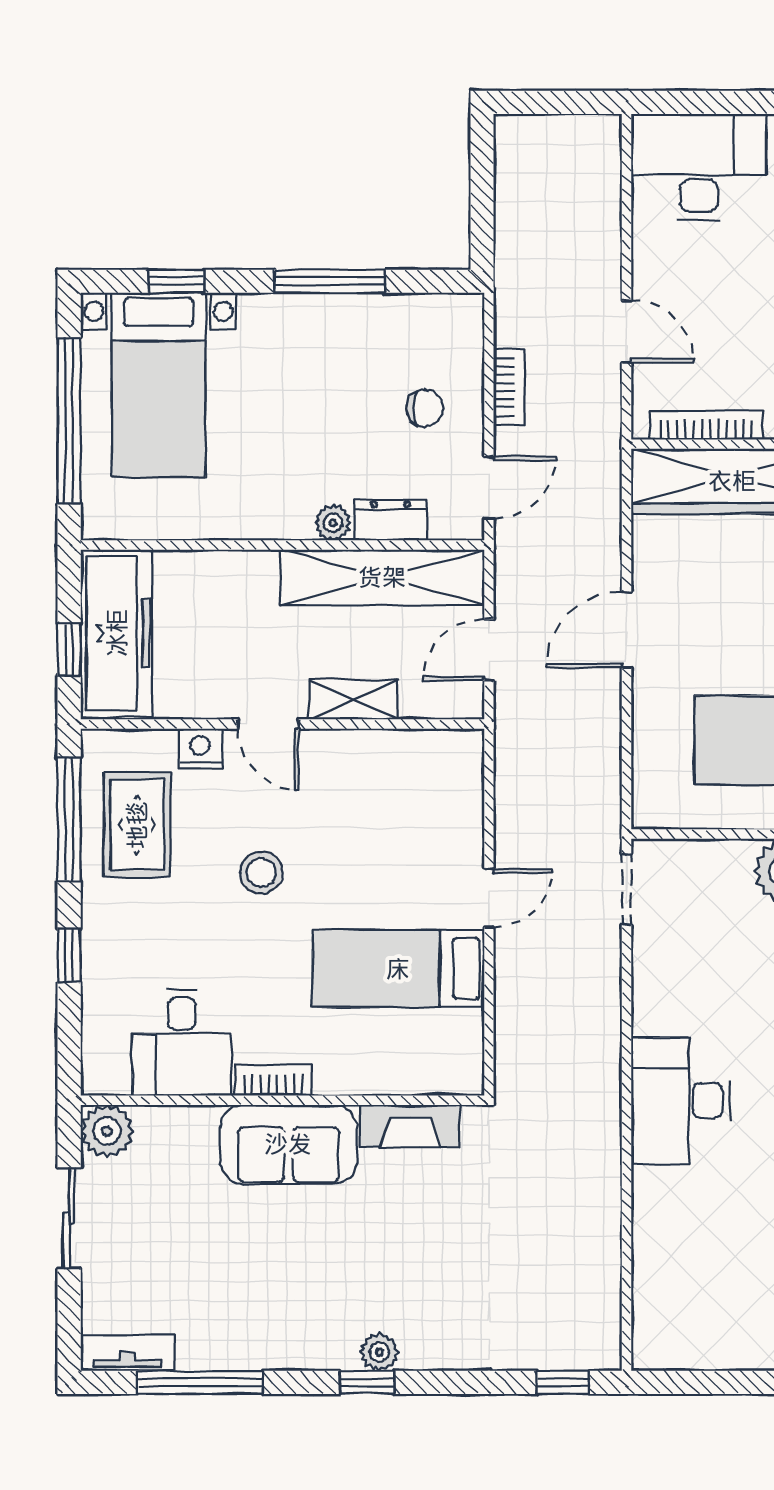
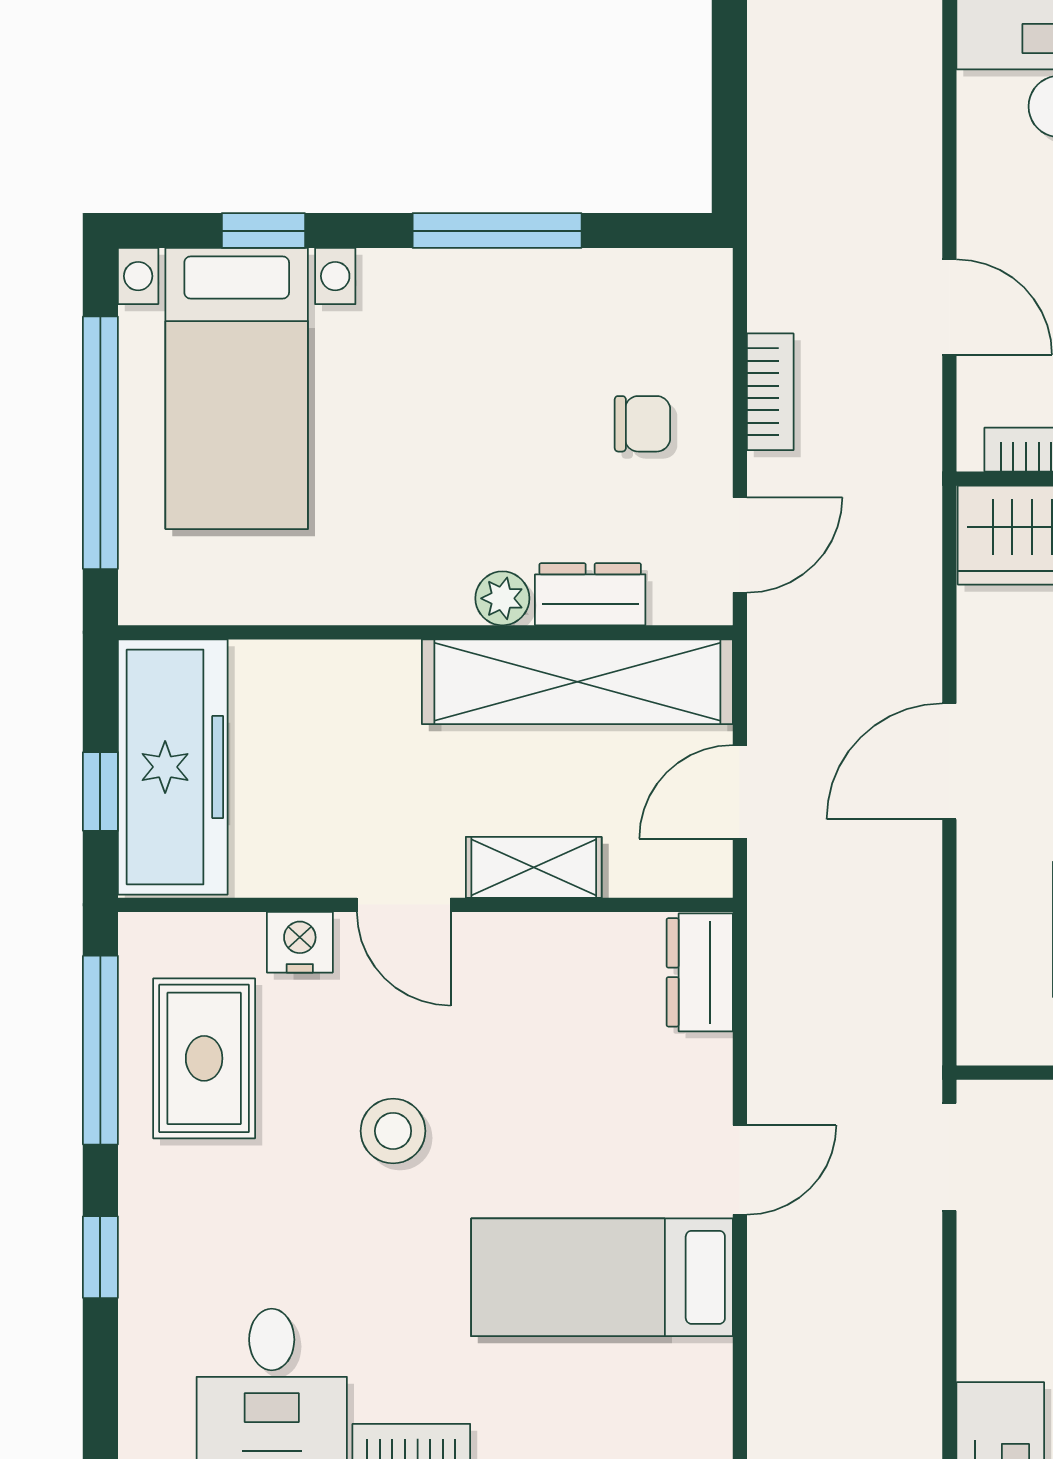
dresser: (463, 768) -> (700, 972), added

